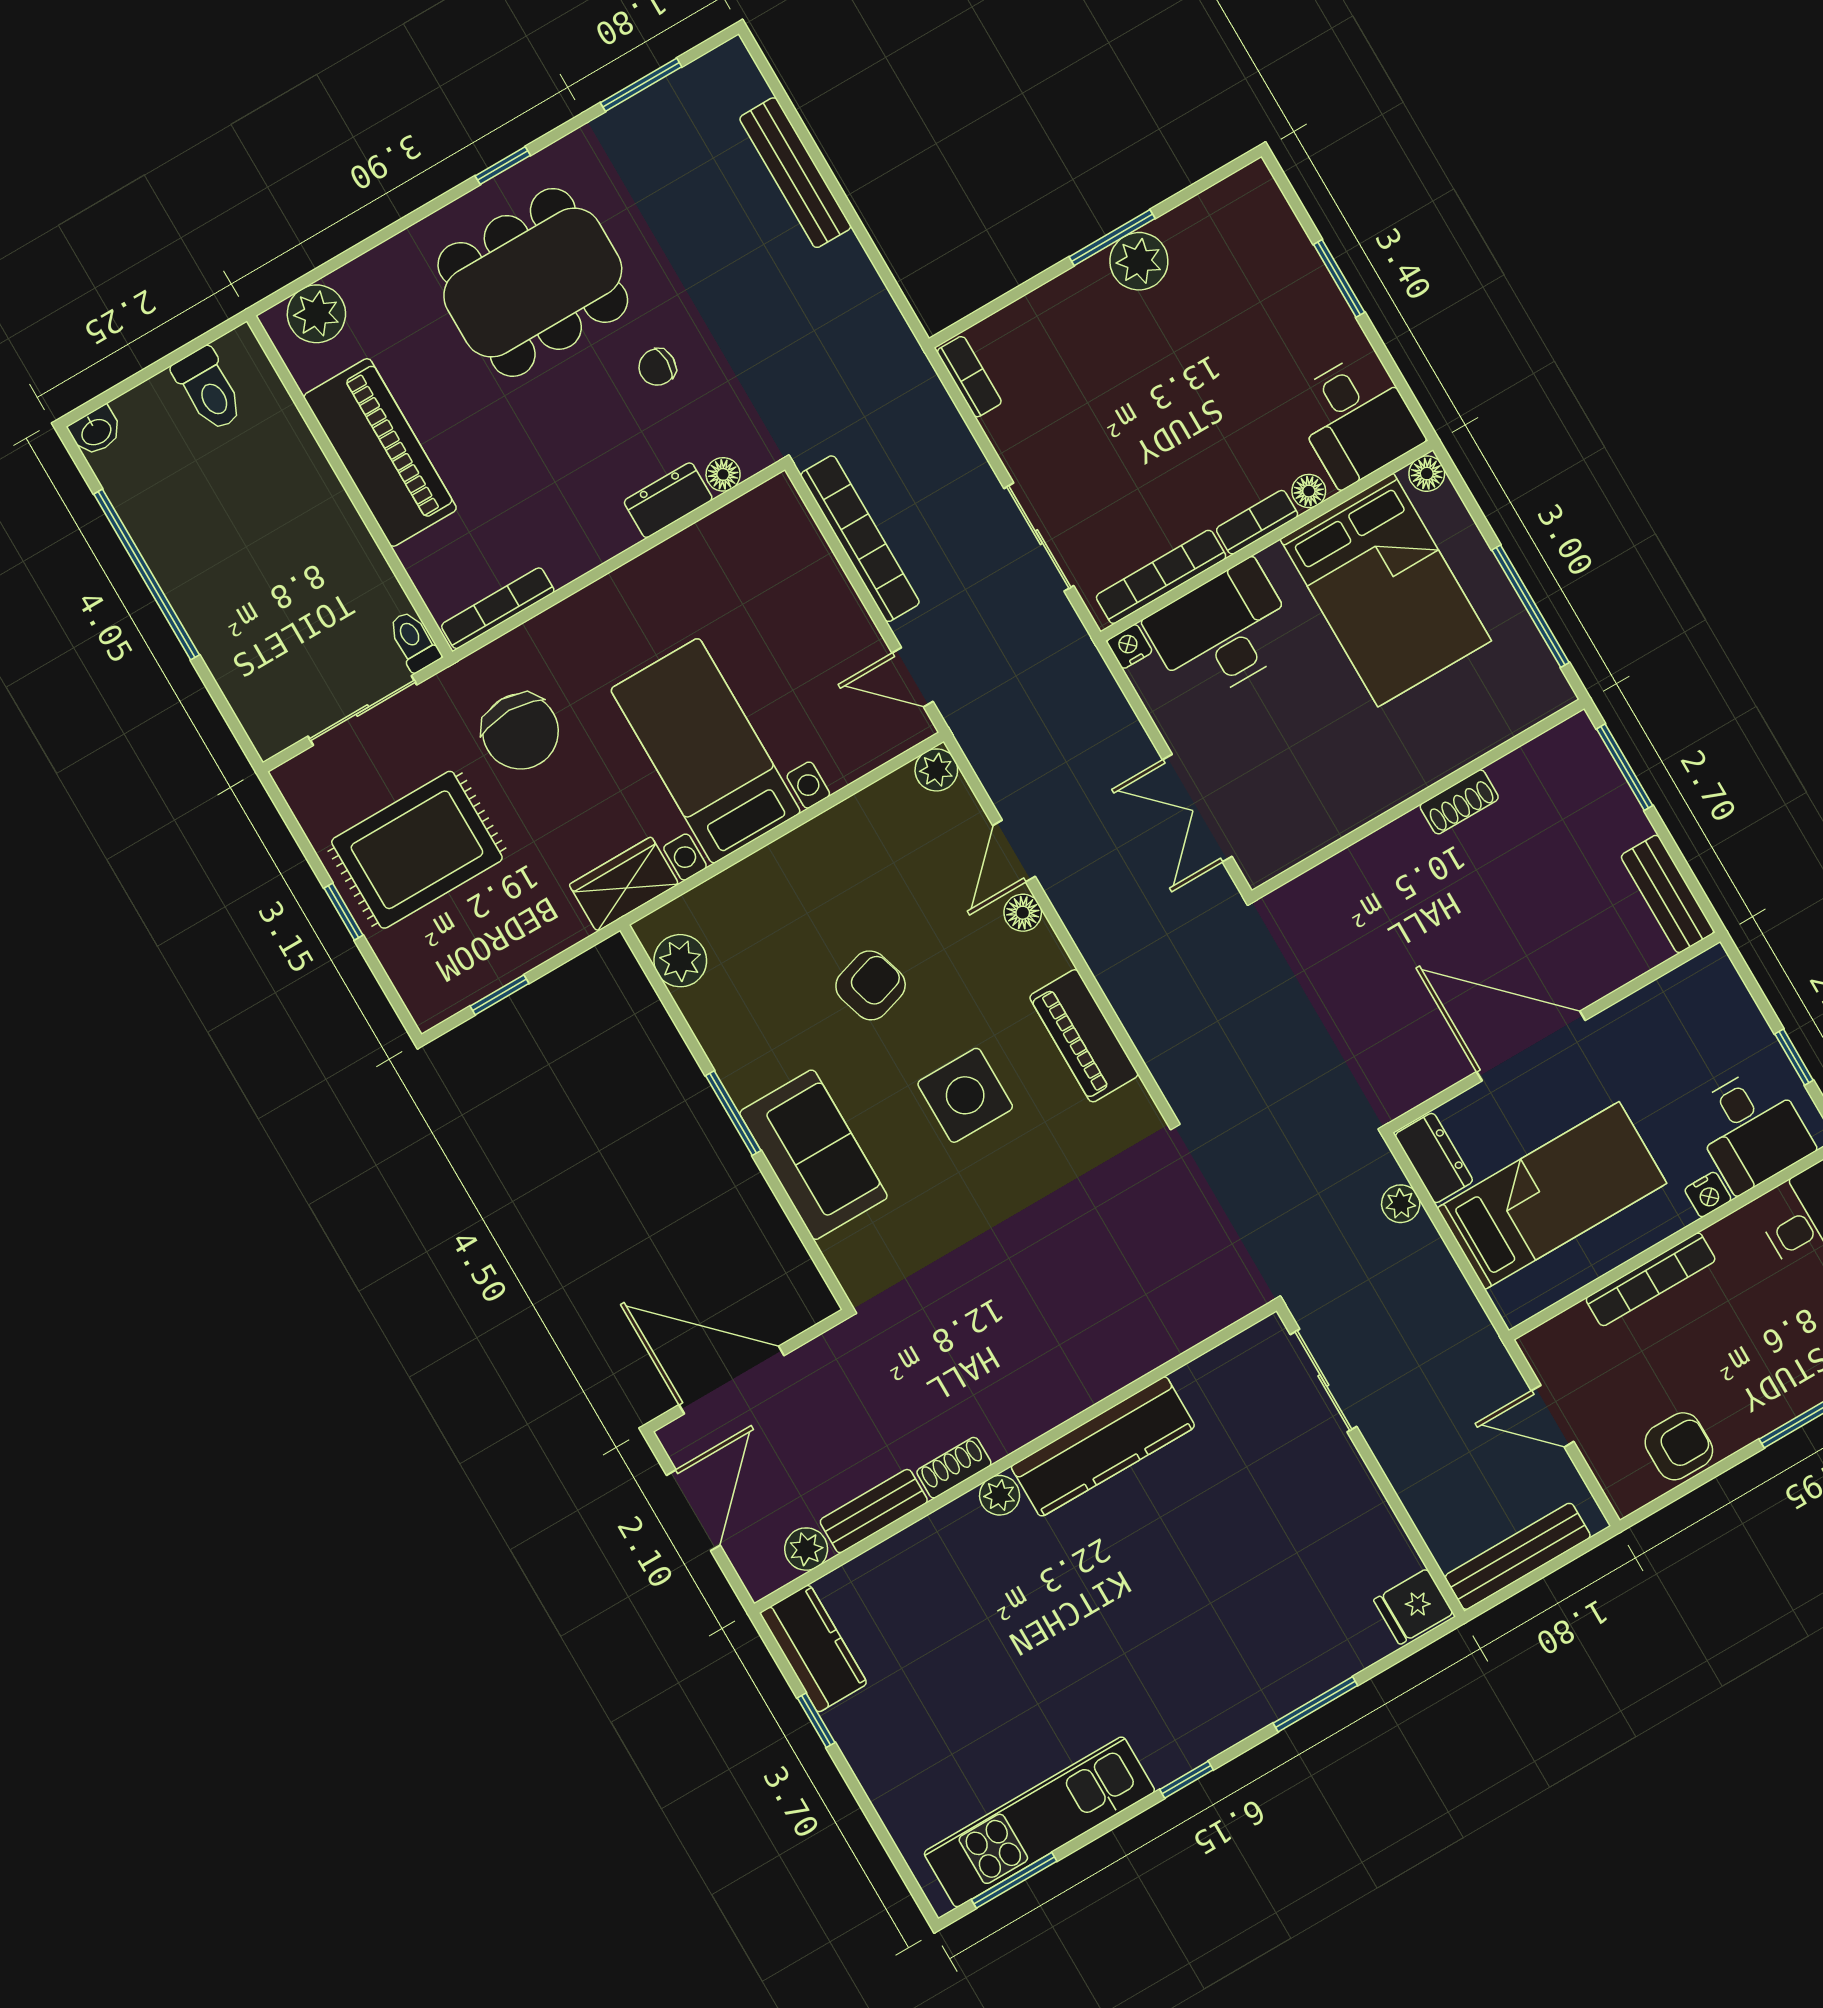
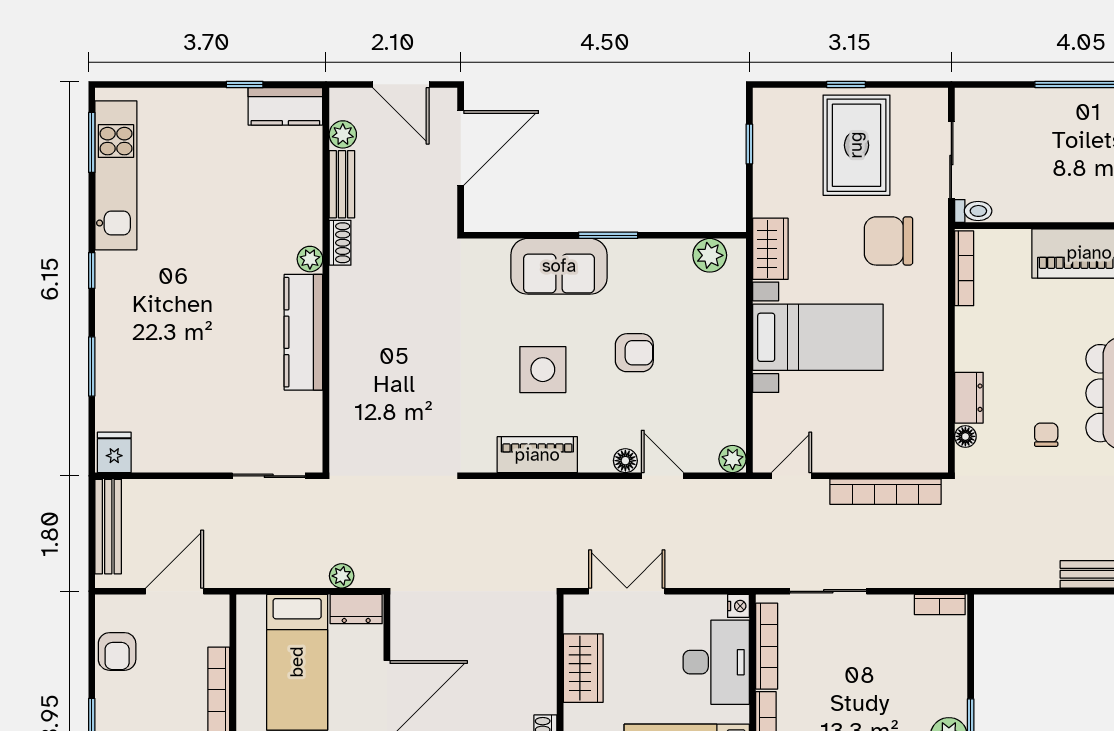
wardrobe: (1335, 806) -> (583, 668), added
armchair: (871, 985) -> (634, 353), turned -73
door: (1553, 1416) -> (175, 591), width x1.38

